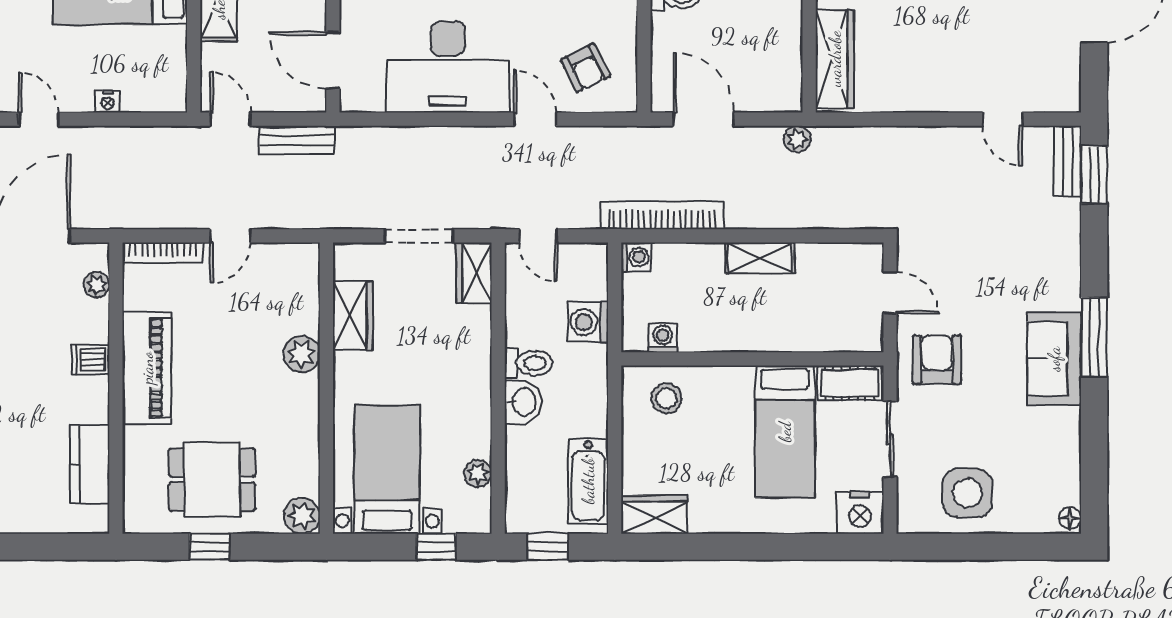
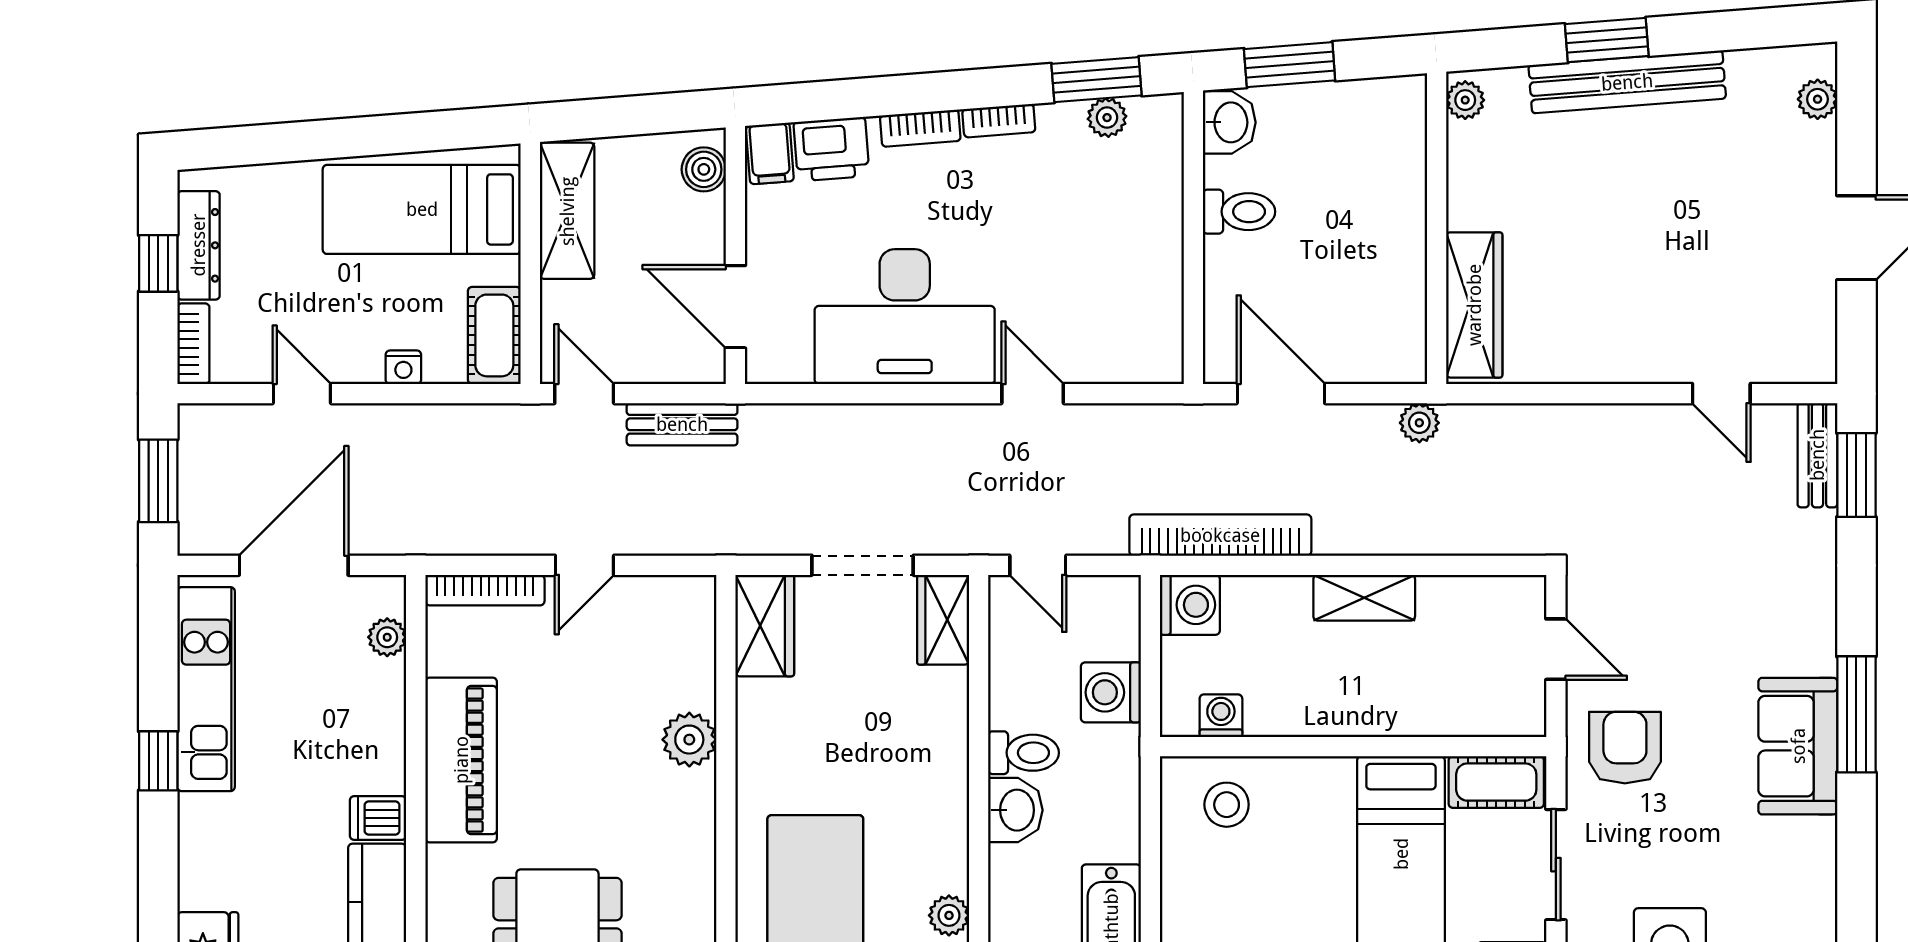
armchair: (585, 68) -> (1107, 318), removed
cot: (169, 80) -> (494, 335), added
washing machine: (636, 257) -> (1190, 605), width x1.38, depth x1.38
wardrobe: (353, 316) -> (765, 626), moved
dishwasher: (90, 359) -> (378, 818), moved

